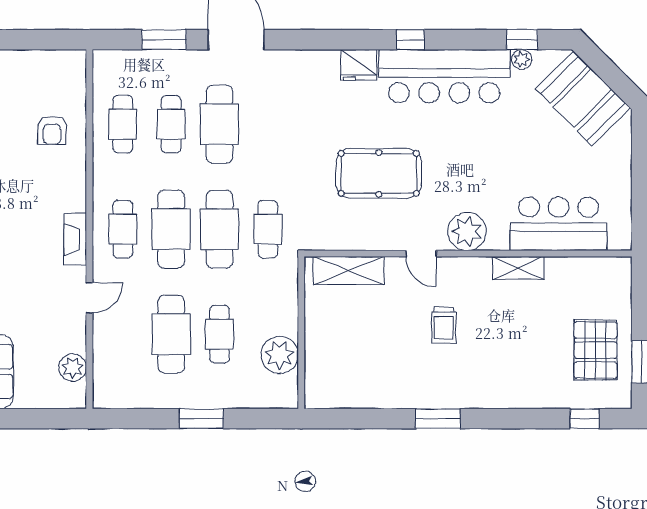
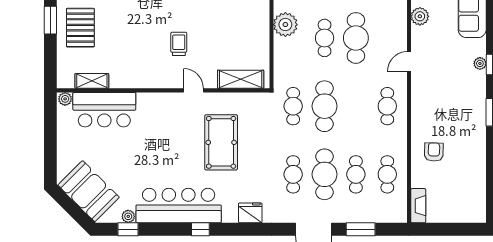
fridge: (359, 65) -> (250, 213), moved
armchair: (52, 130) -> (434, 152), moved
pool table: (379, 173) -> (221, 142), turned 90
cafe table: (171, 229) -> (293, 174), moved, width x0.73, depth x0.74
plant: (467, 231) -> (65, 99), moved, width x0.53, depth x0.53
fireplace: (75, 239) -> (418, 206), moved
shelving: (518, 268) -> (92, 81), moved

